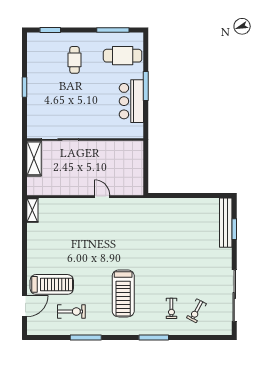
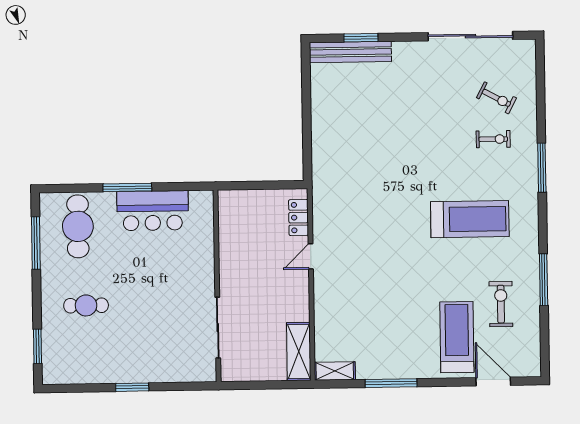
shelving: (34, 158) -> (299, 352), moved, turned 90
locker: (126, 190) -> (299, 218), added
window: (25, 244) -> (391, 383), added

